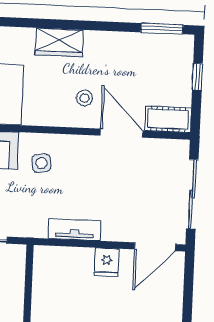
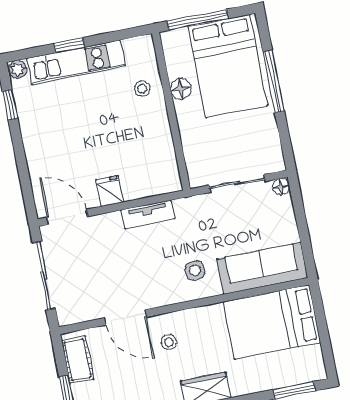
cot: (168, 119) -> (78, 360), moved, turned 90
door: (155, 247) -> (67, 217), hinge flipped

